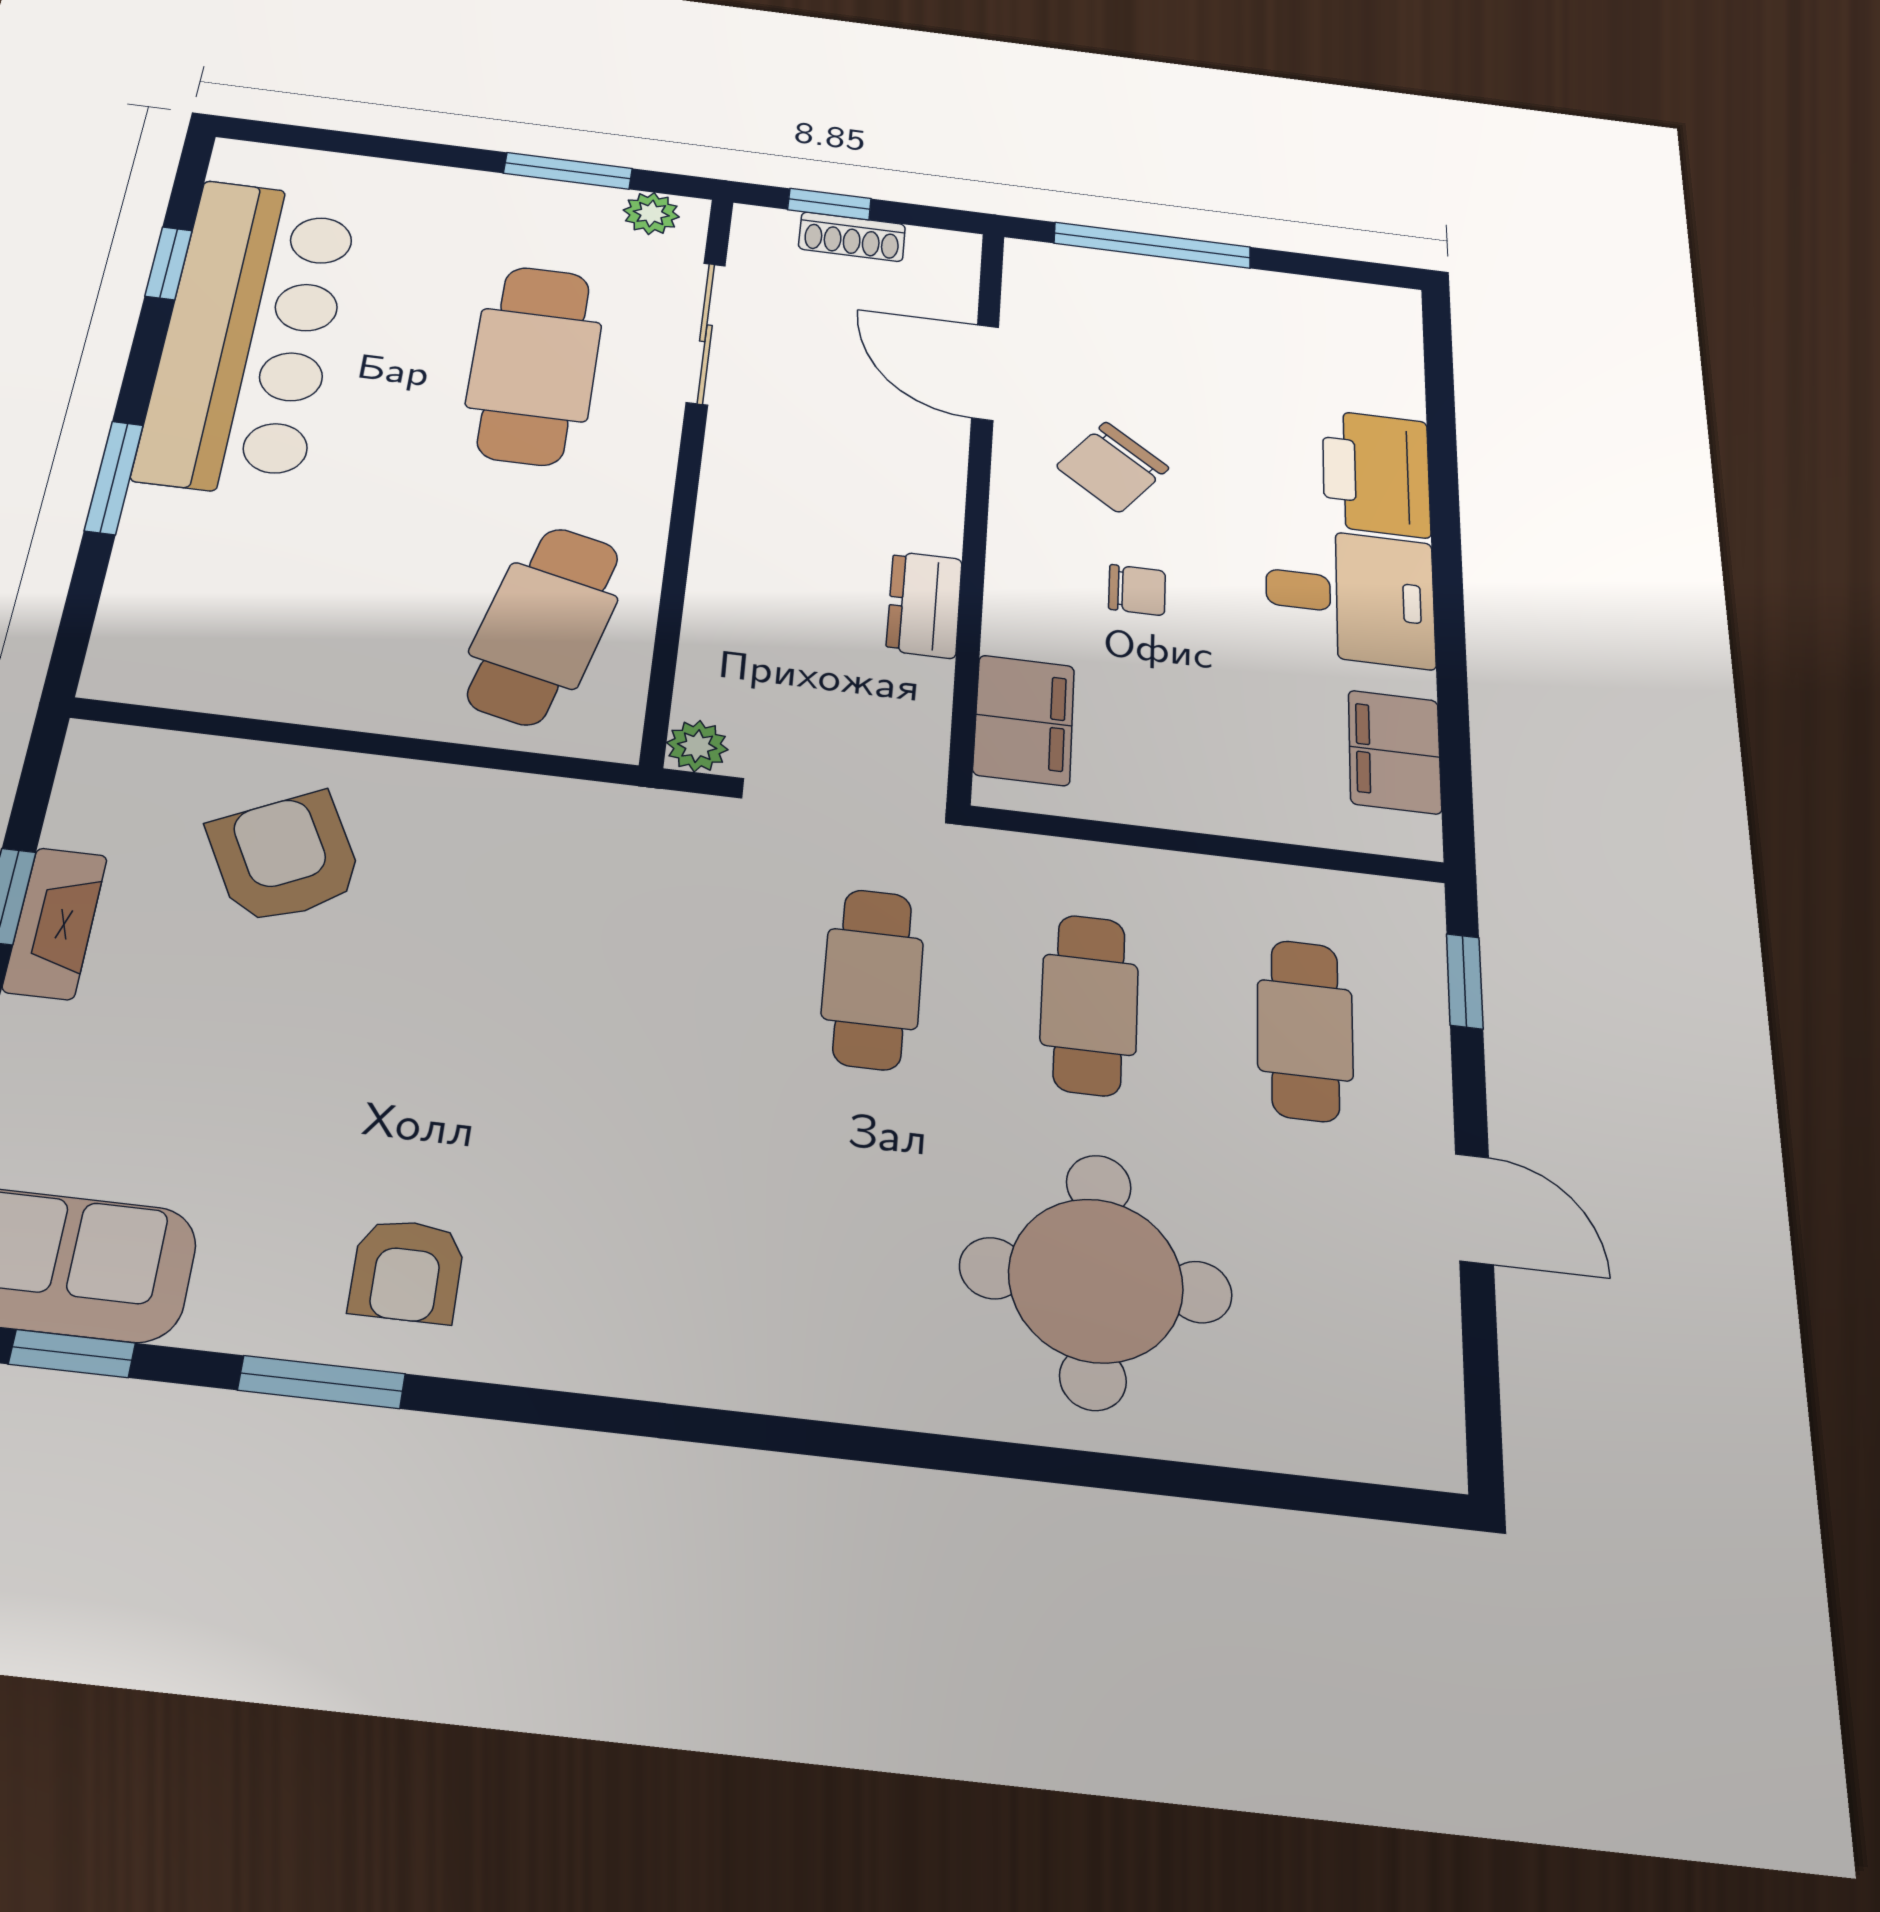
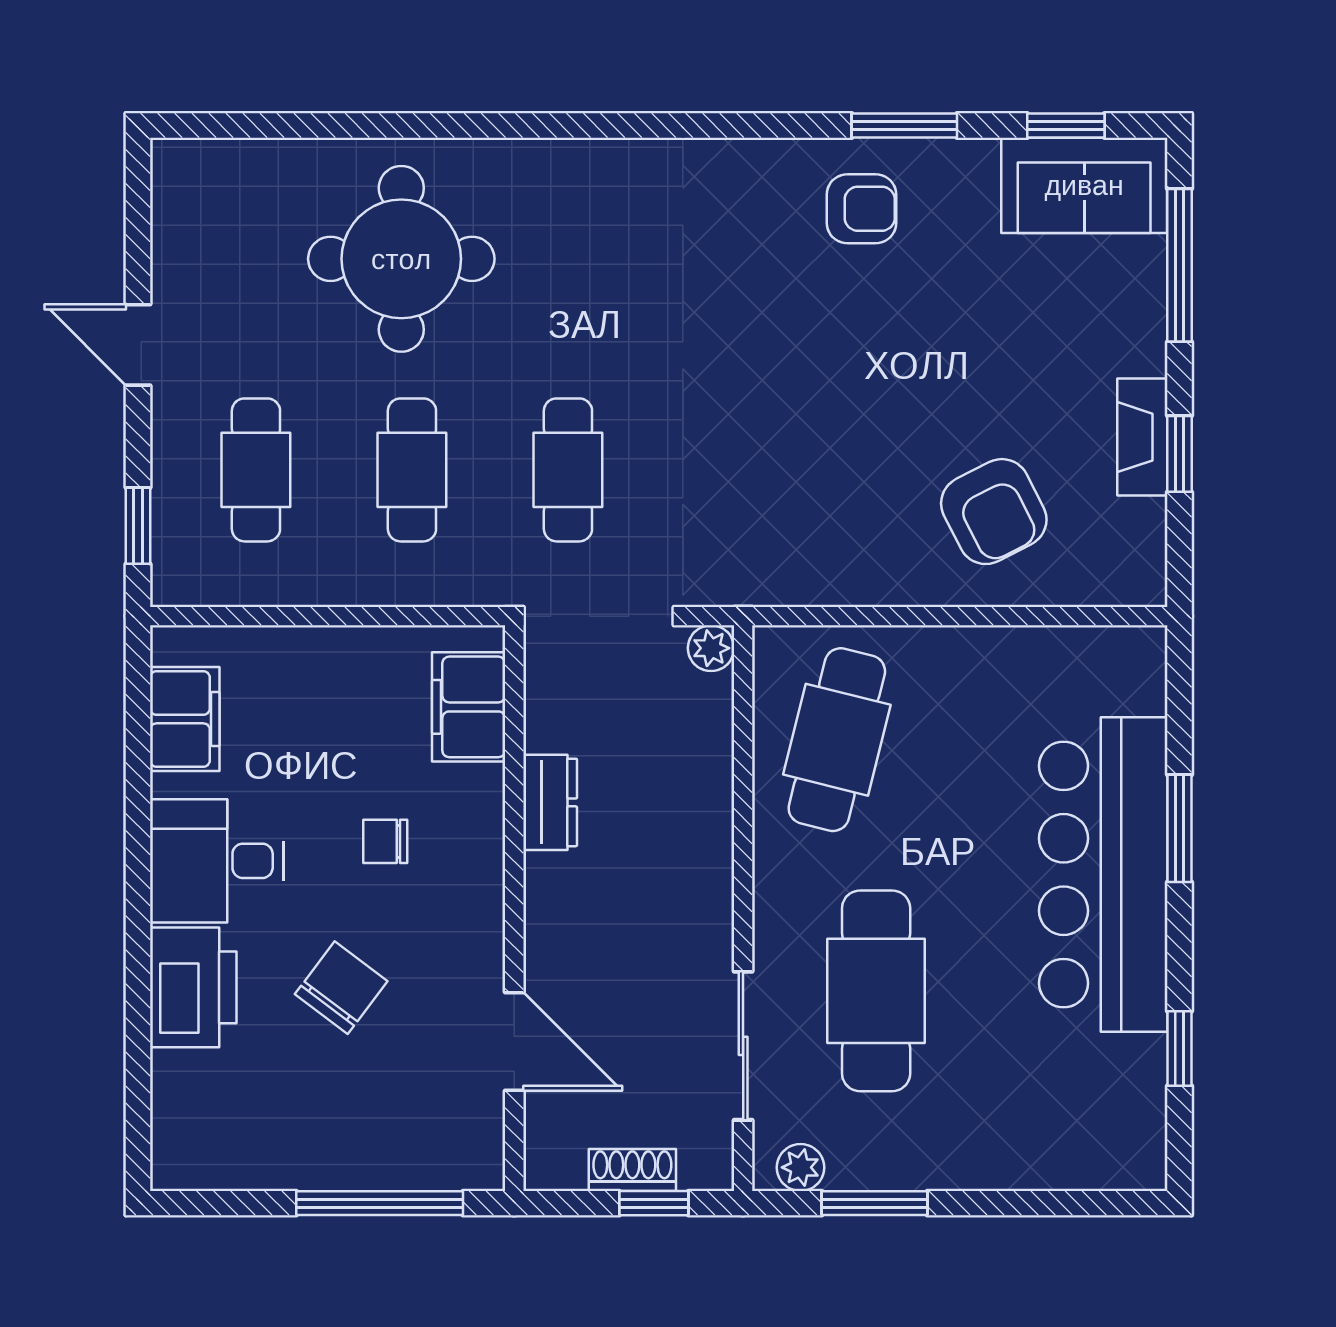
bar counter: (249, 336) -> (1103, 875), moved
chair: (1112, 467) -> (341, 988), moved
armchair: (407, 1271) -> (861, 209), turned 90

